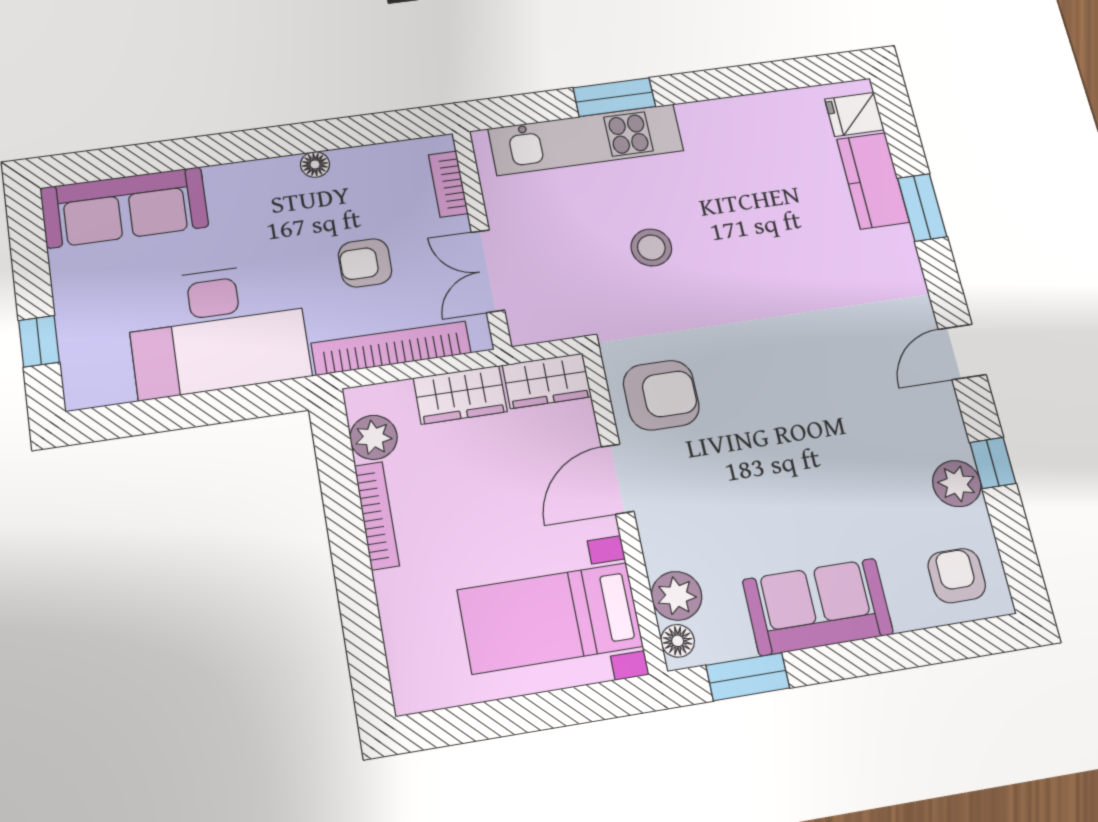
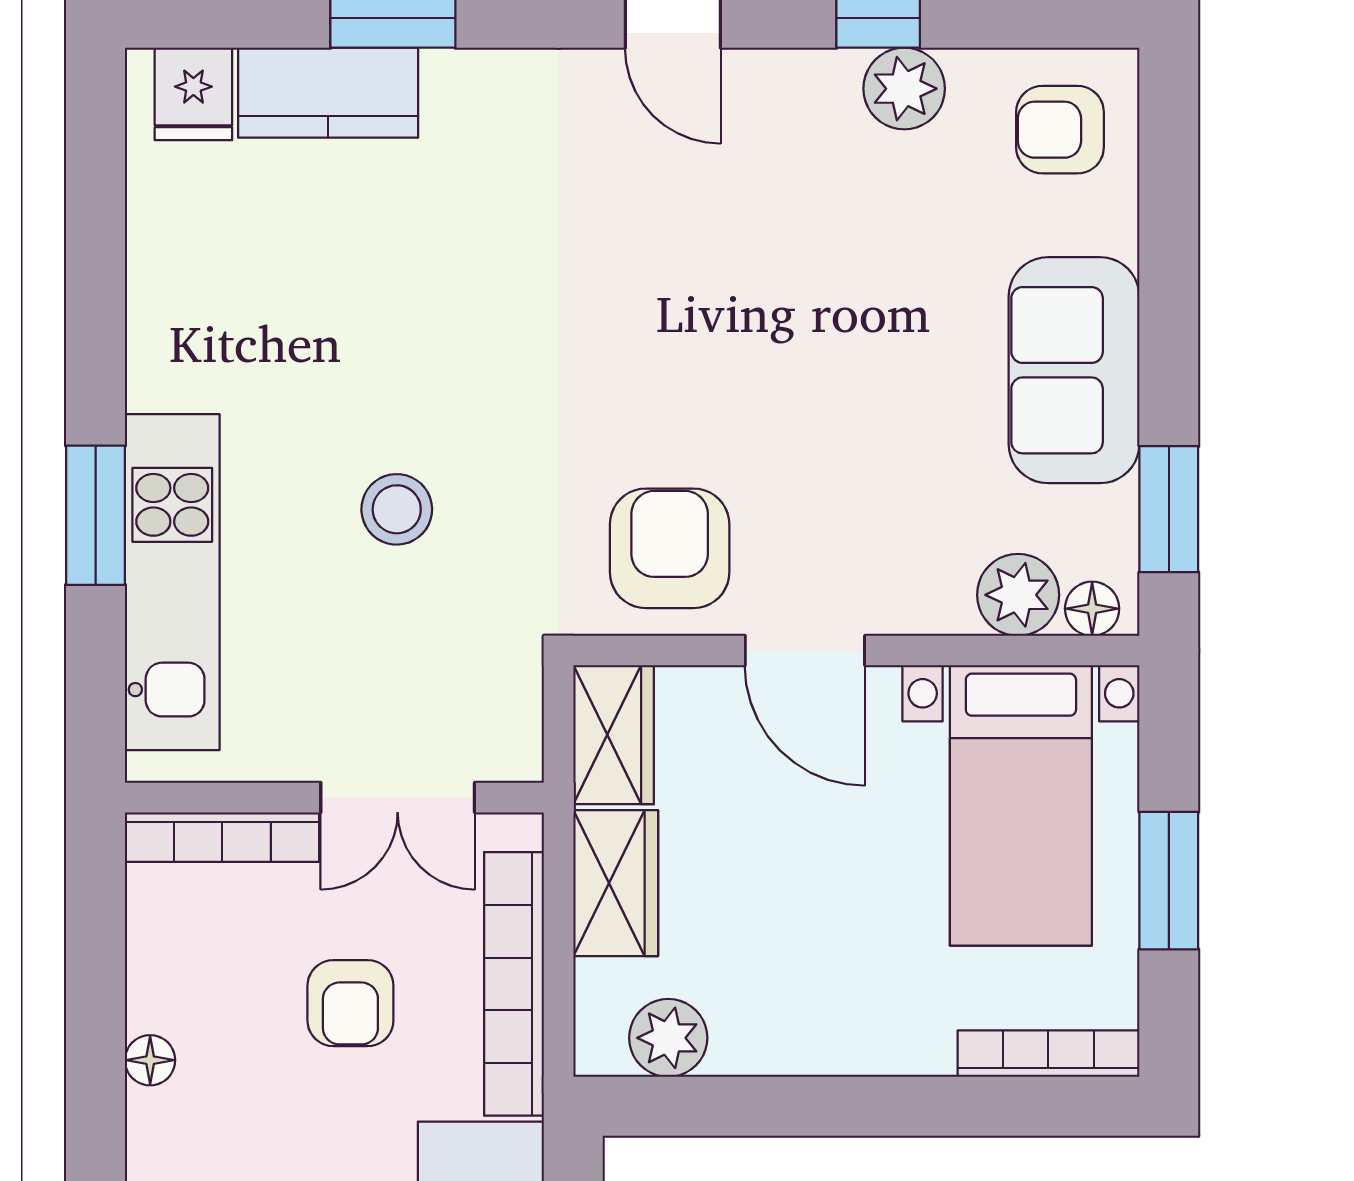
bookcase: (448, 184) -> (222, 837), width x1.56
bookcase: (377, 516) -> (1048, 1054), moved
window: (521, 715) -> (1169, 881), added

